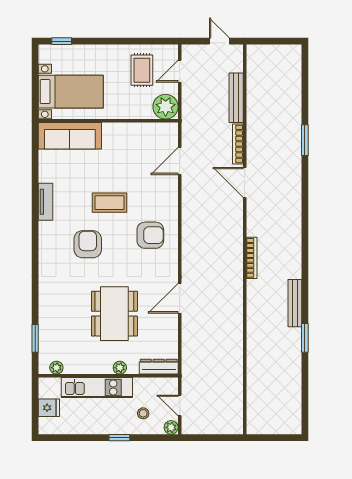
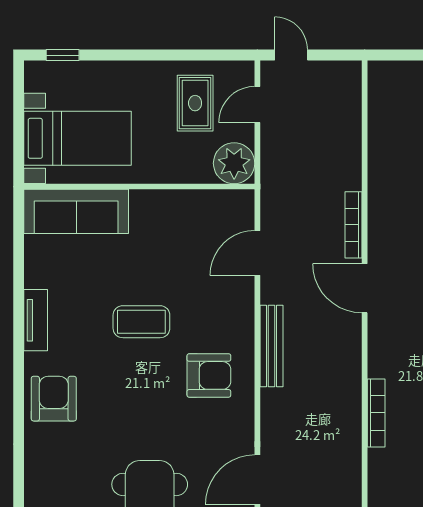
door: (219, 41) -> (291, 55), moved
bench: (236, 98) -> (272, 346), moved
armchair: (88, 244) -> (54, 399), moved

